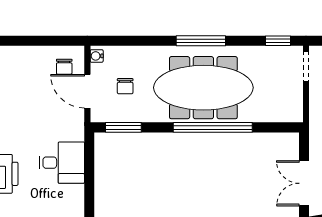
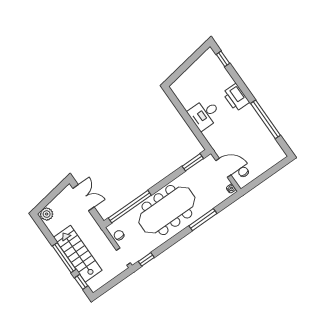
window: (201, 41) -> (203, 220), moved
chair: (125, 86) -> (119, 235), moved
window: (213, 127) -> (130, 207), moved
desk: (62, 163) -> (205, 114), moved

